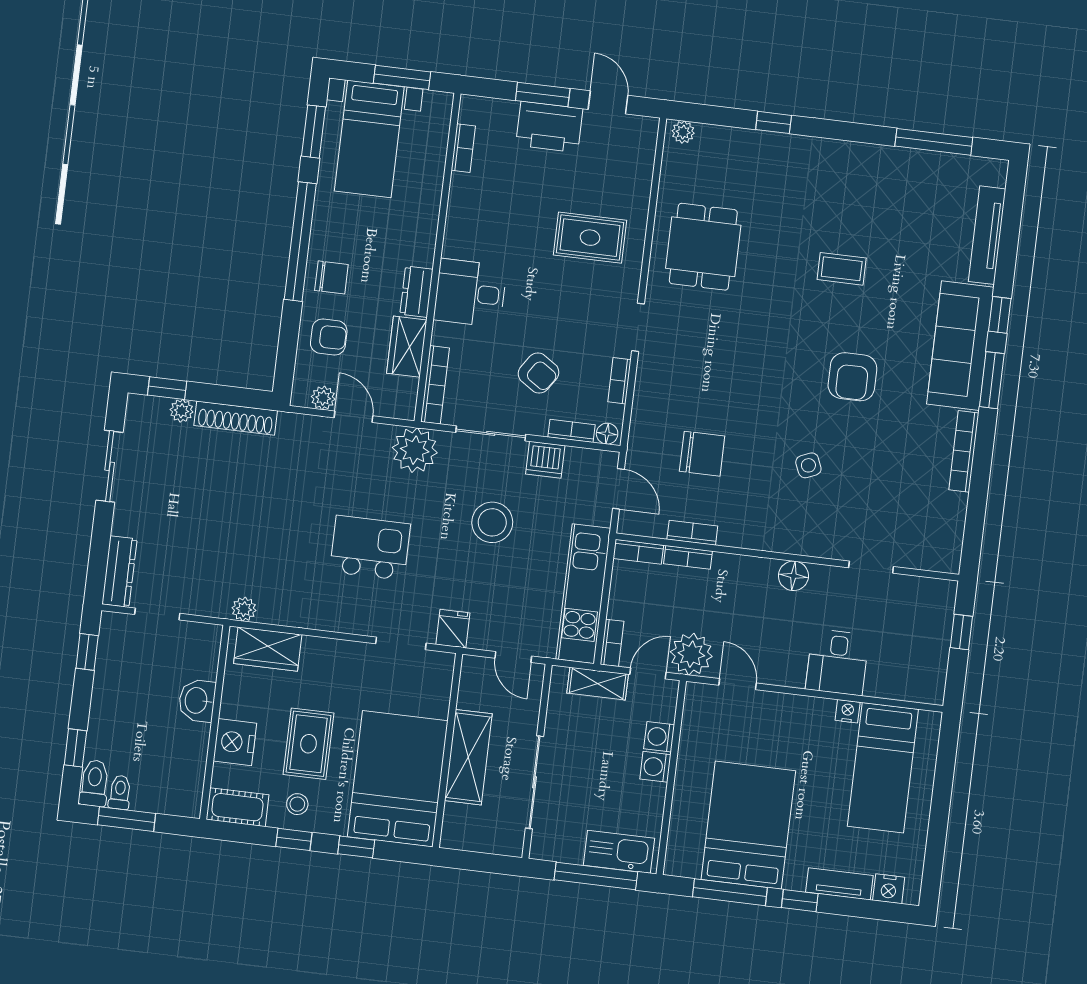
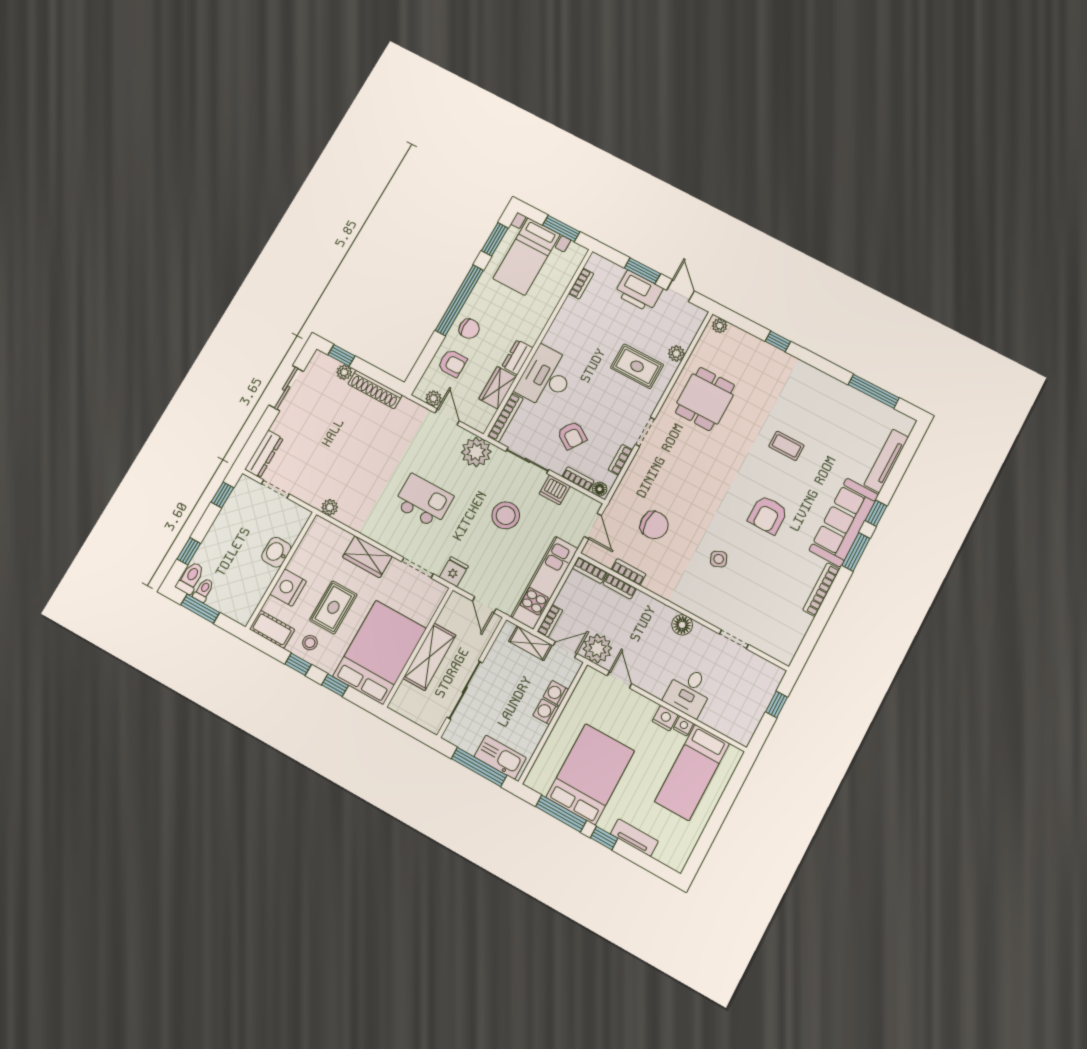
plant: (638, 197) -> (676, 353), added
desk: (470, 293) -> (546, 377), width x1.37
wardrobe: (268, 649) -> (367, 557), moved
nightstand: (889, 889) -> (665, 718), moved, turned 180

